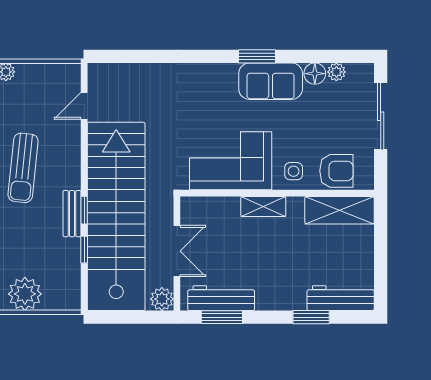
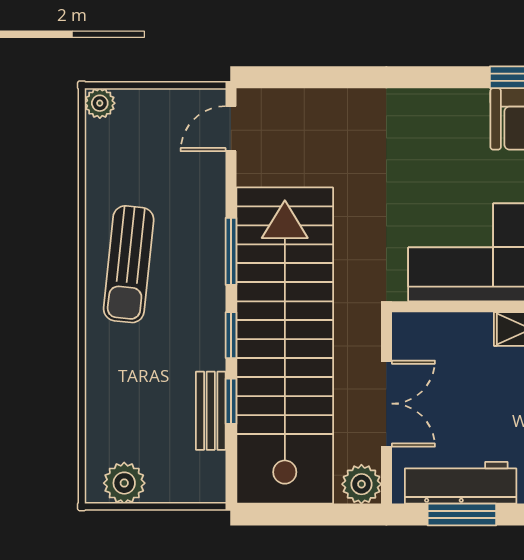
door: (84, 106) -> (231, 129), moved
window: (84, 160) -> (231, 251), added
bench: (72, 214) -> (211, 411), moved
plant: (25, 294) -> (124, 483), width x0.73, depth x0.73

